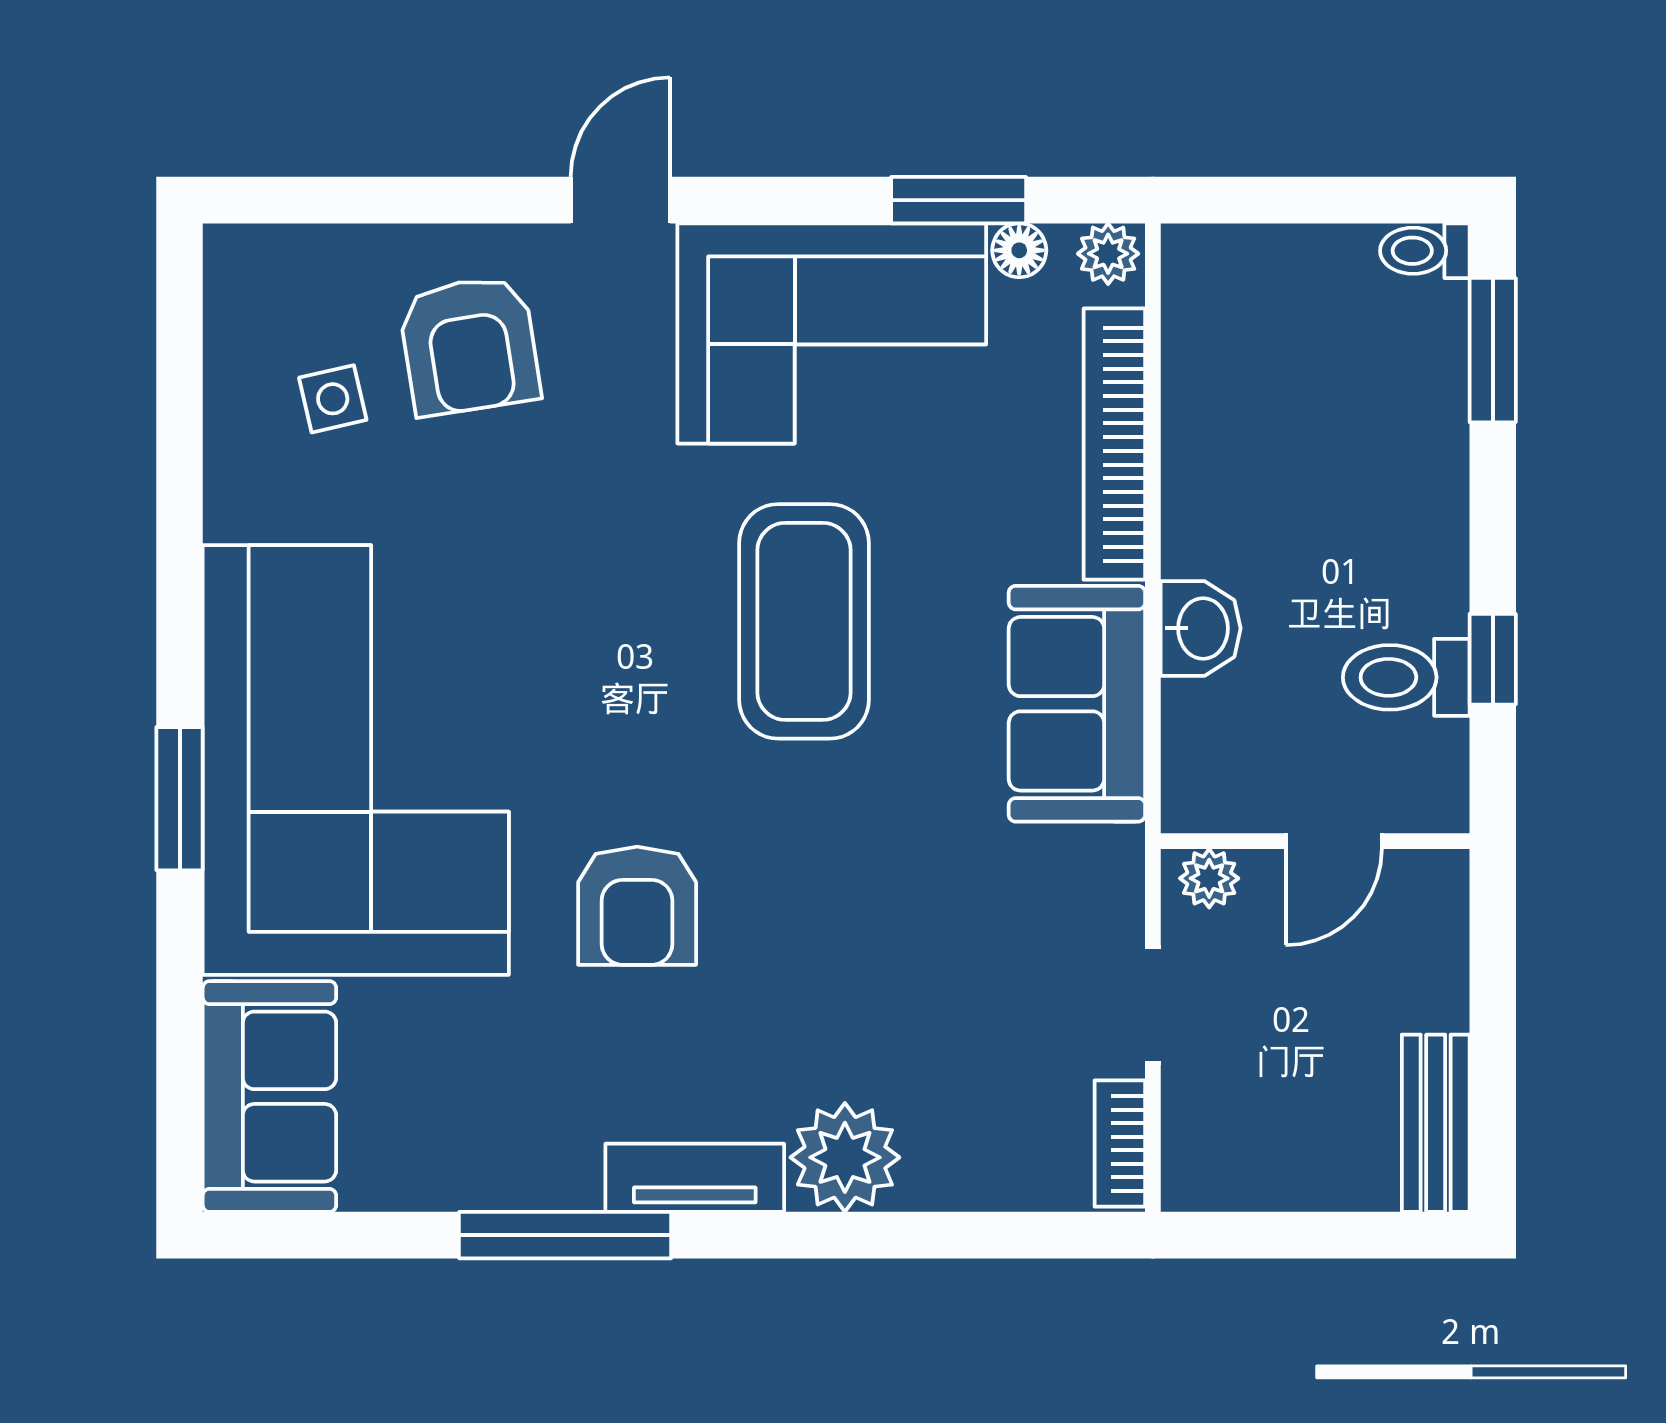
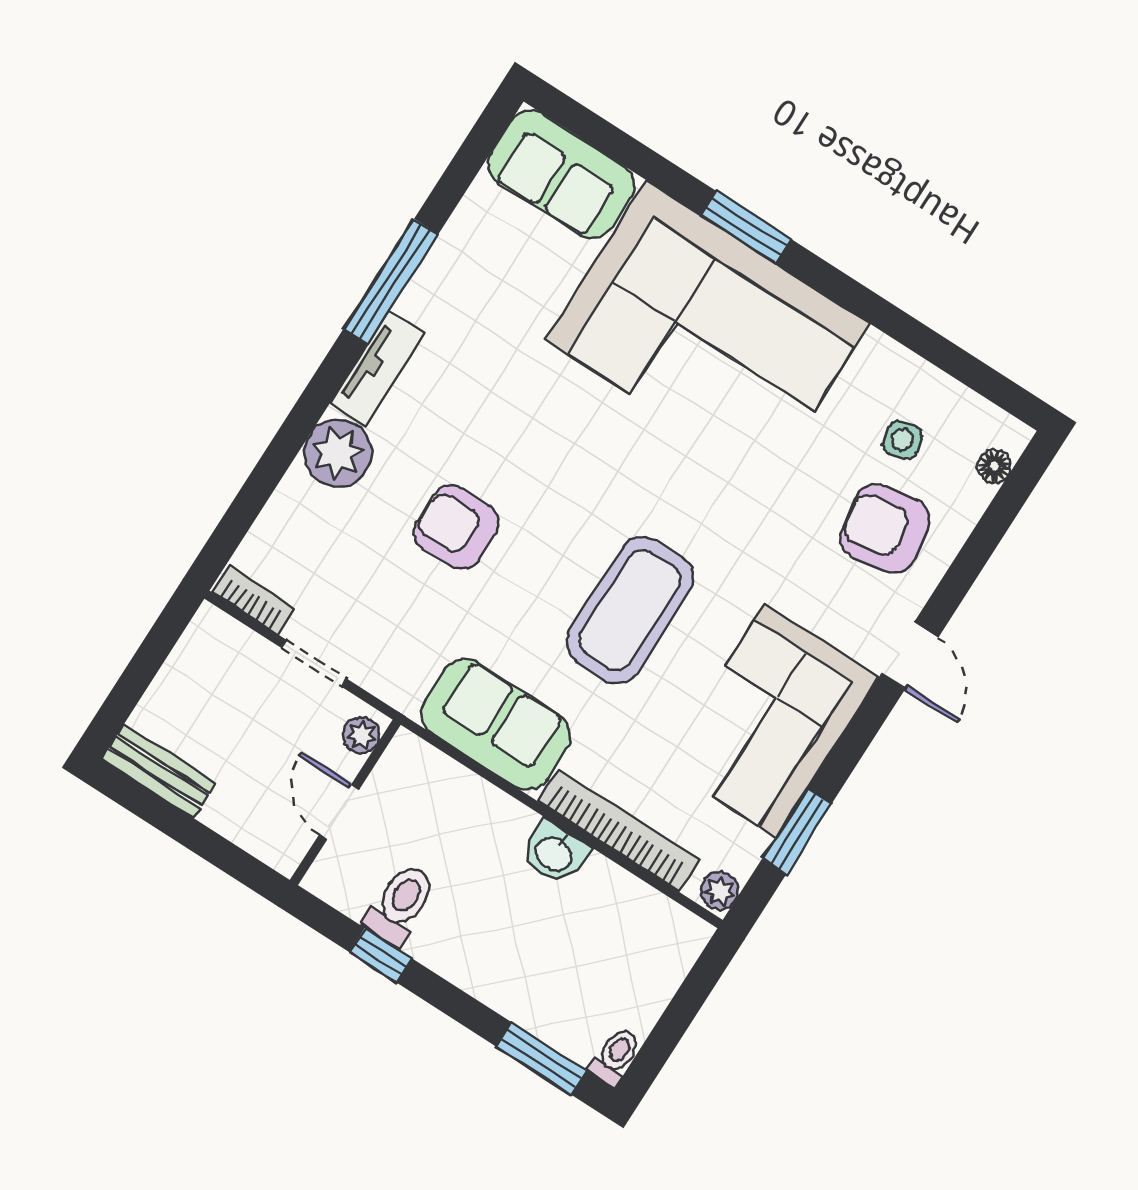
floor lamp: (1019, 250) -> (994, 466), moved
coffee table: (804, 621) -> (630, 610), turned 90
washbasin: (1201, 628) -> (554, 853), moved
armchair: (637, 906) -> (456, 527), moved

